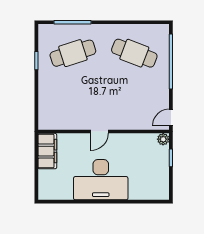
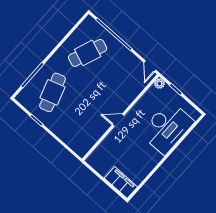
door: (99, 132) -> (118, 120), swing flipped
filing cabinet: (47, 151) -> (121, 183), moved
desk: (101, 180) -> (167, 128), moved

